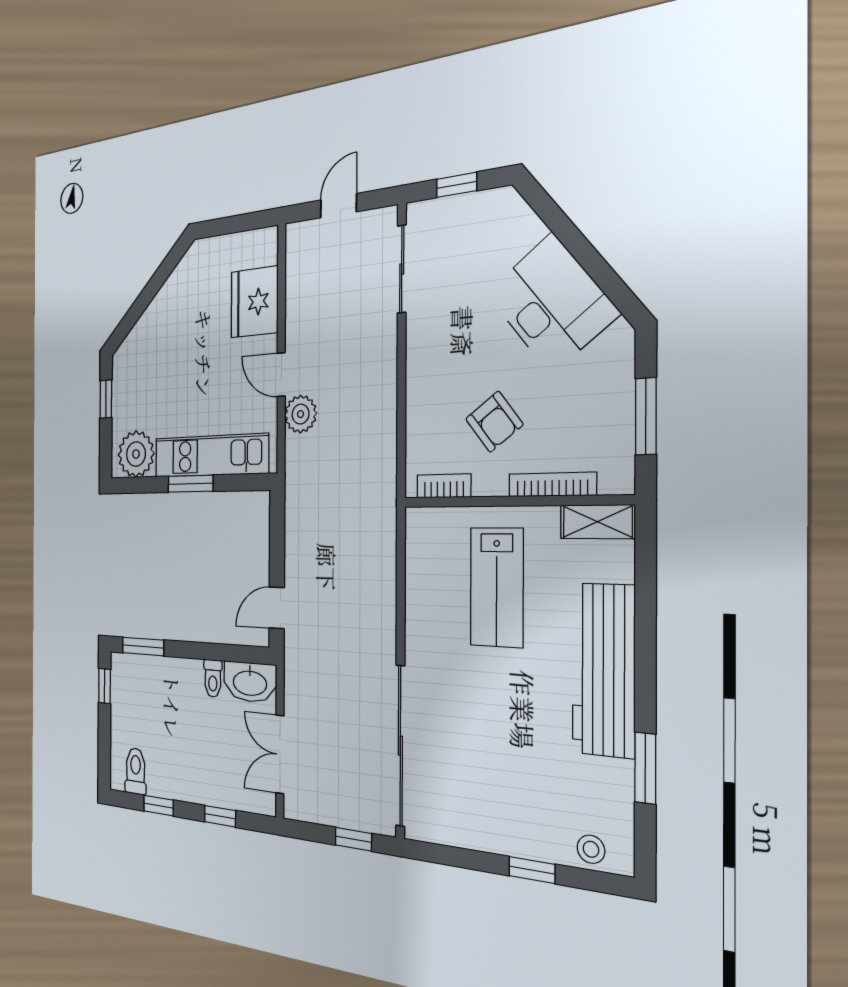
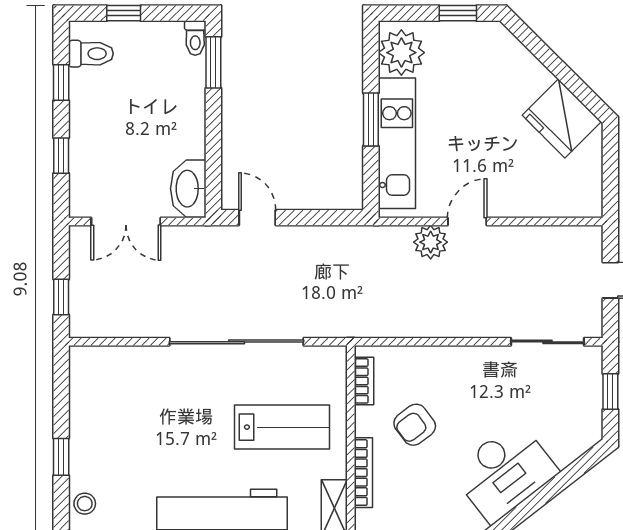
fridge: (255, 302) -> (562, 118), moved, turned -135
lab bench: (497, 587) -> (282, 427), turned 180
toilet: (213, 678) -> (195, 38), moved, turned -90
window: (105, 686) -> (124, 13), moved
sliding door: (400, 746) -> (237, 342), moved
double door: (280, 754) -> (126, 222), swing flipped

